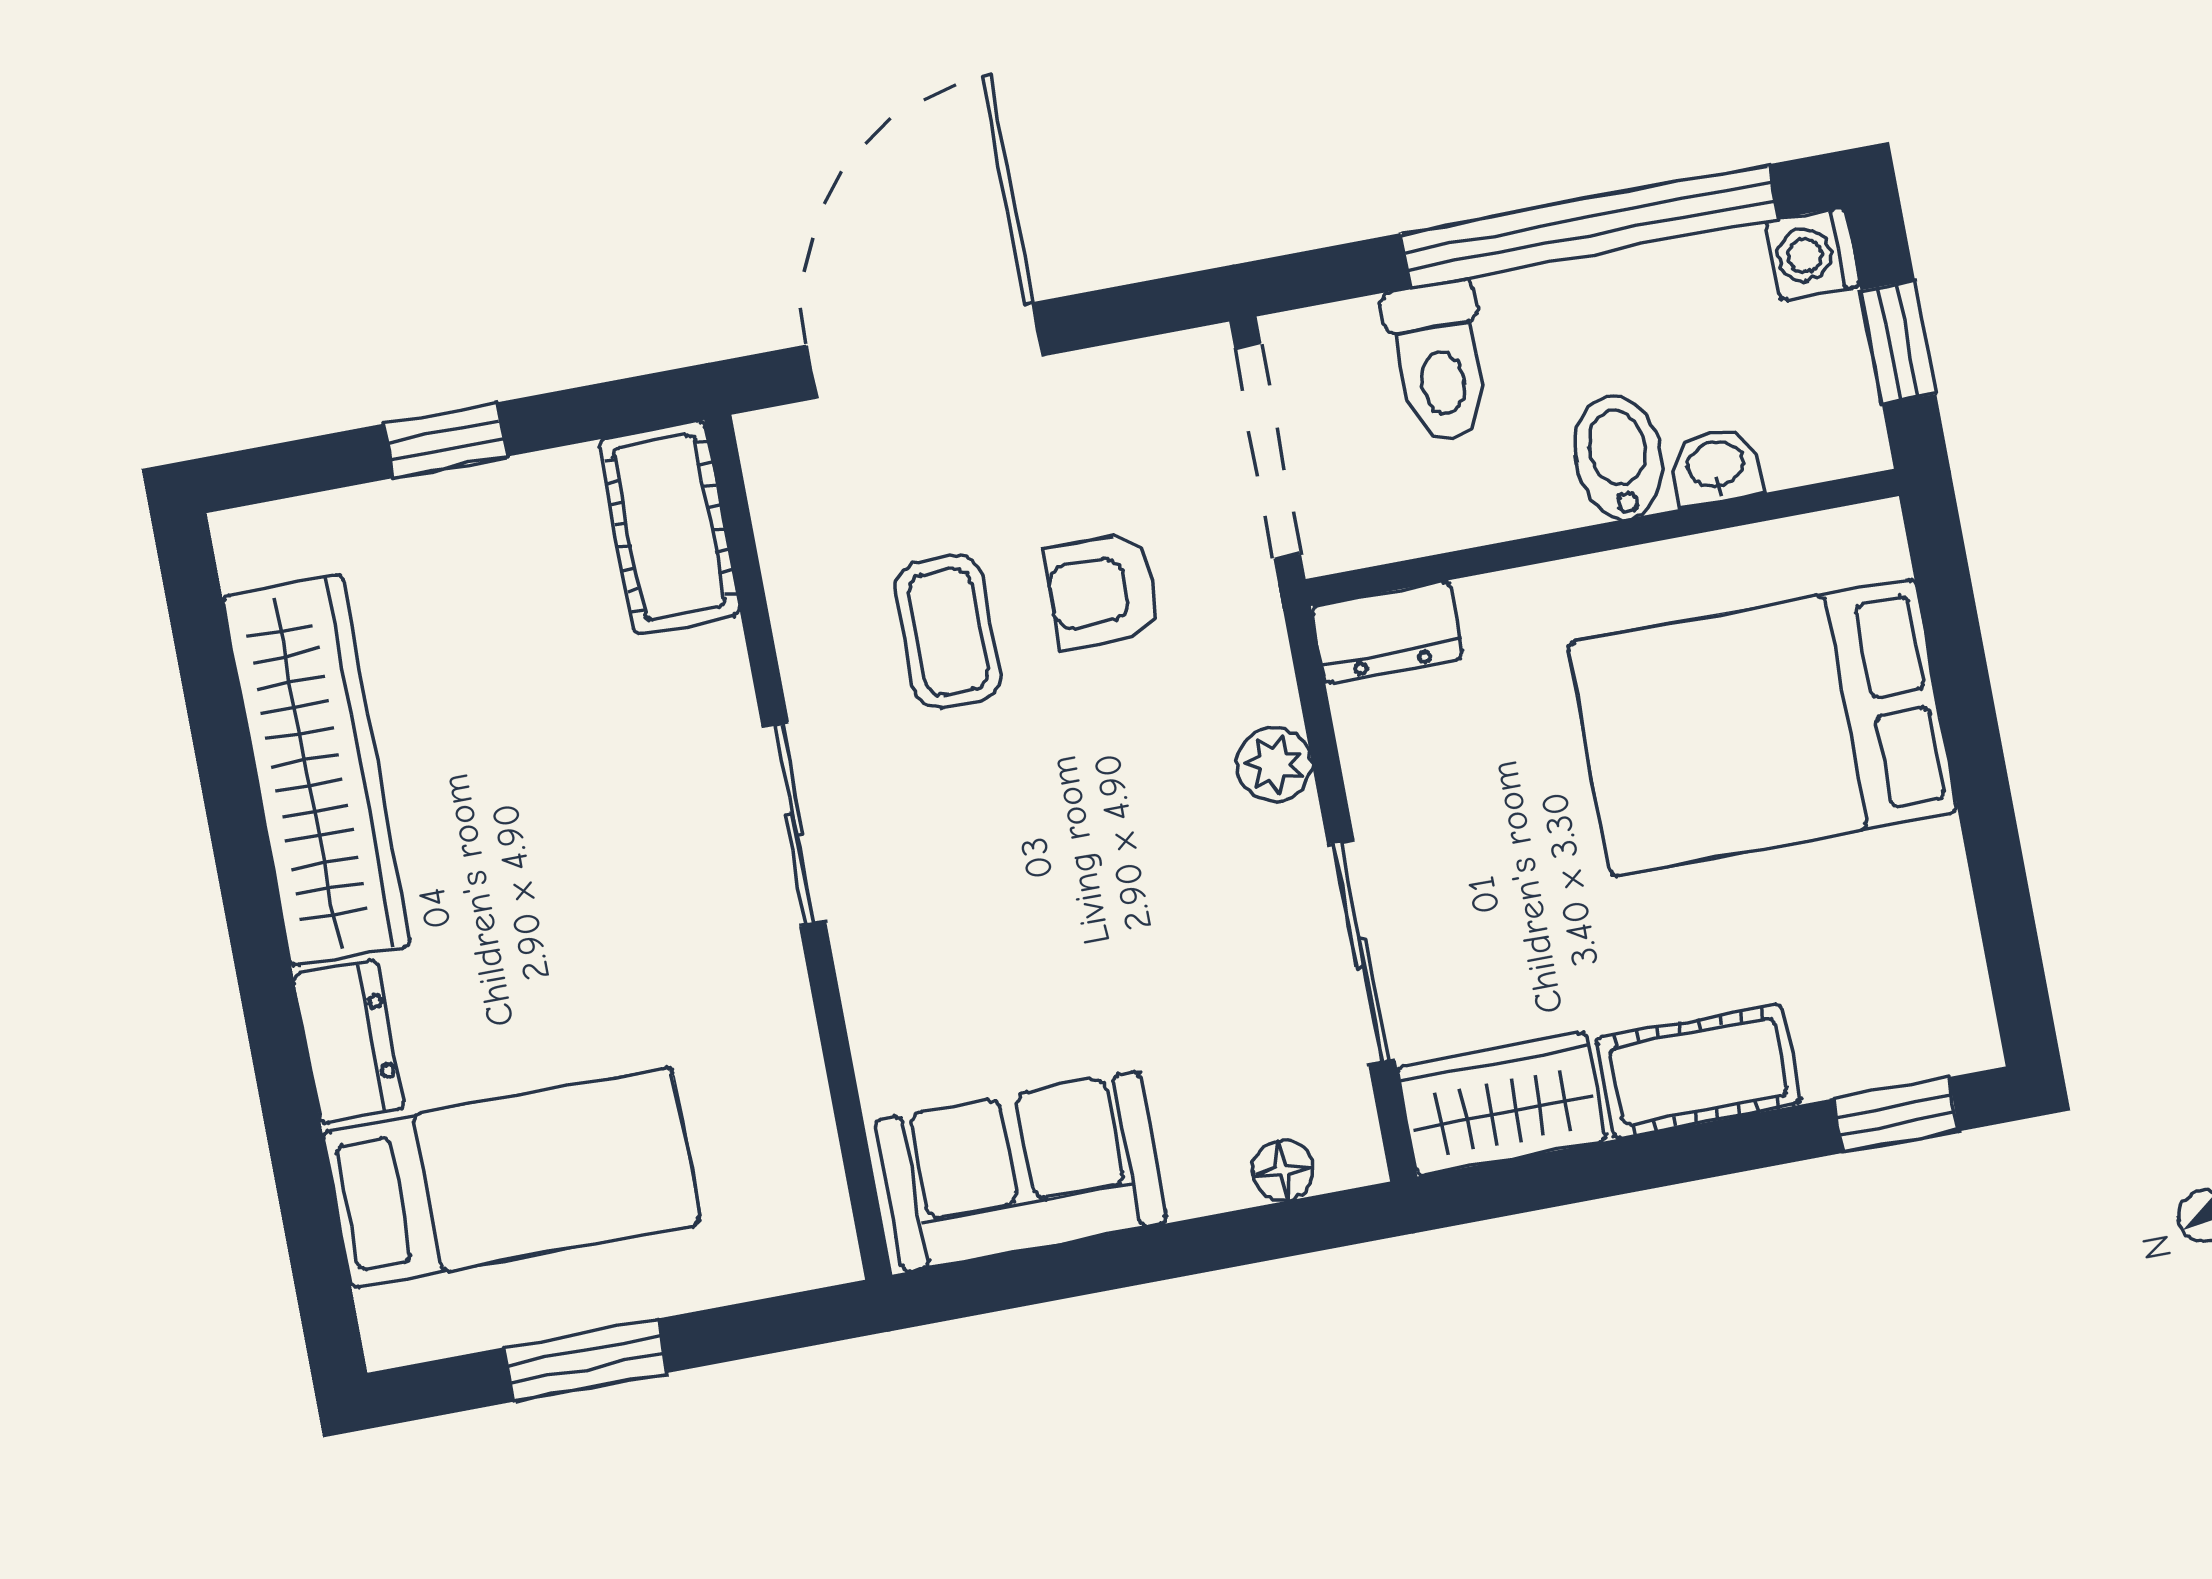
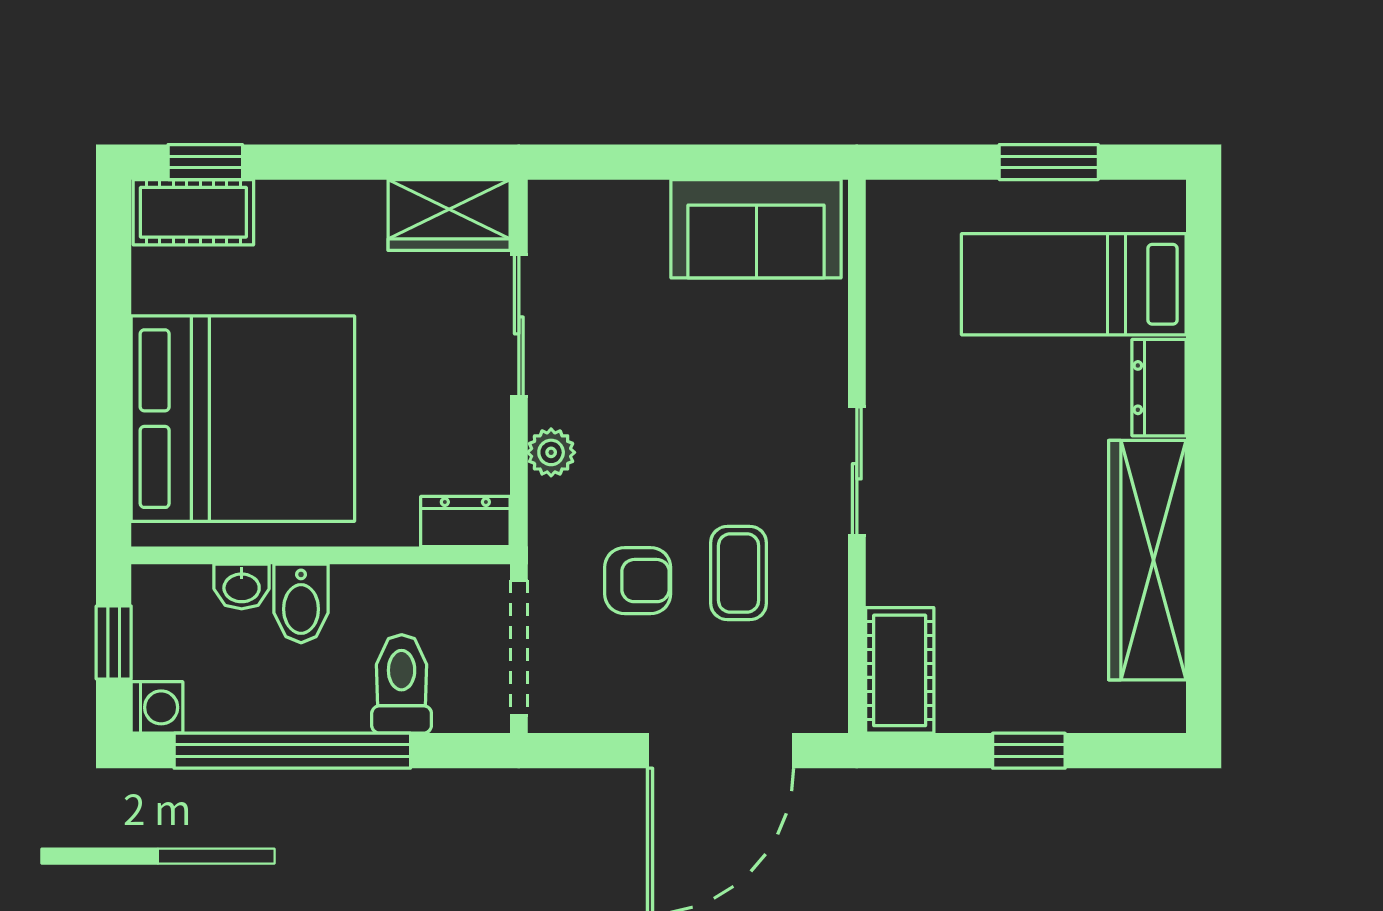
bed: (1763, 727) -> (243, 419), width x1.36
cot: (1698, 1071) -> (193, 212), moved
floor lamp: (1283, 1171) -> (593, 199), removed

